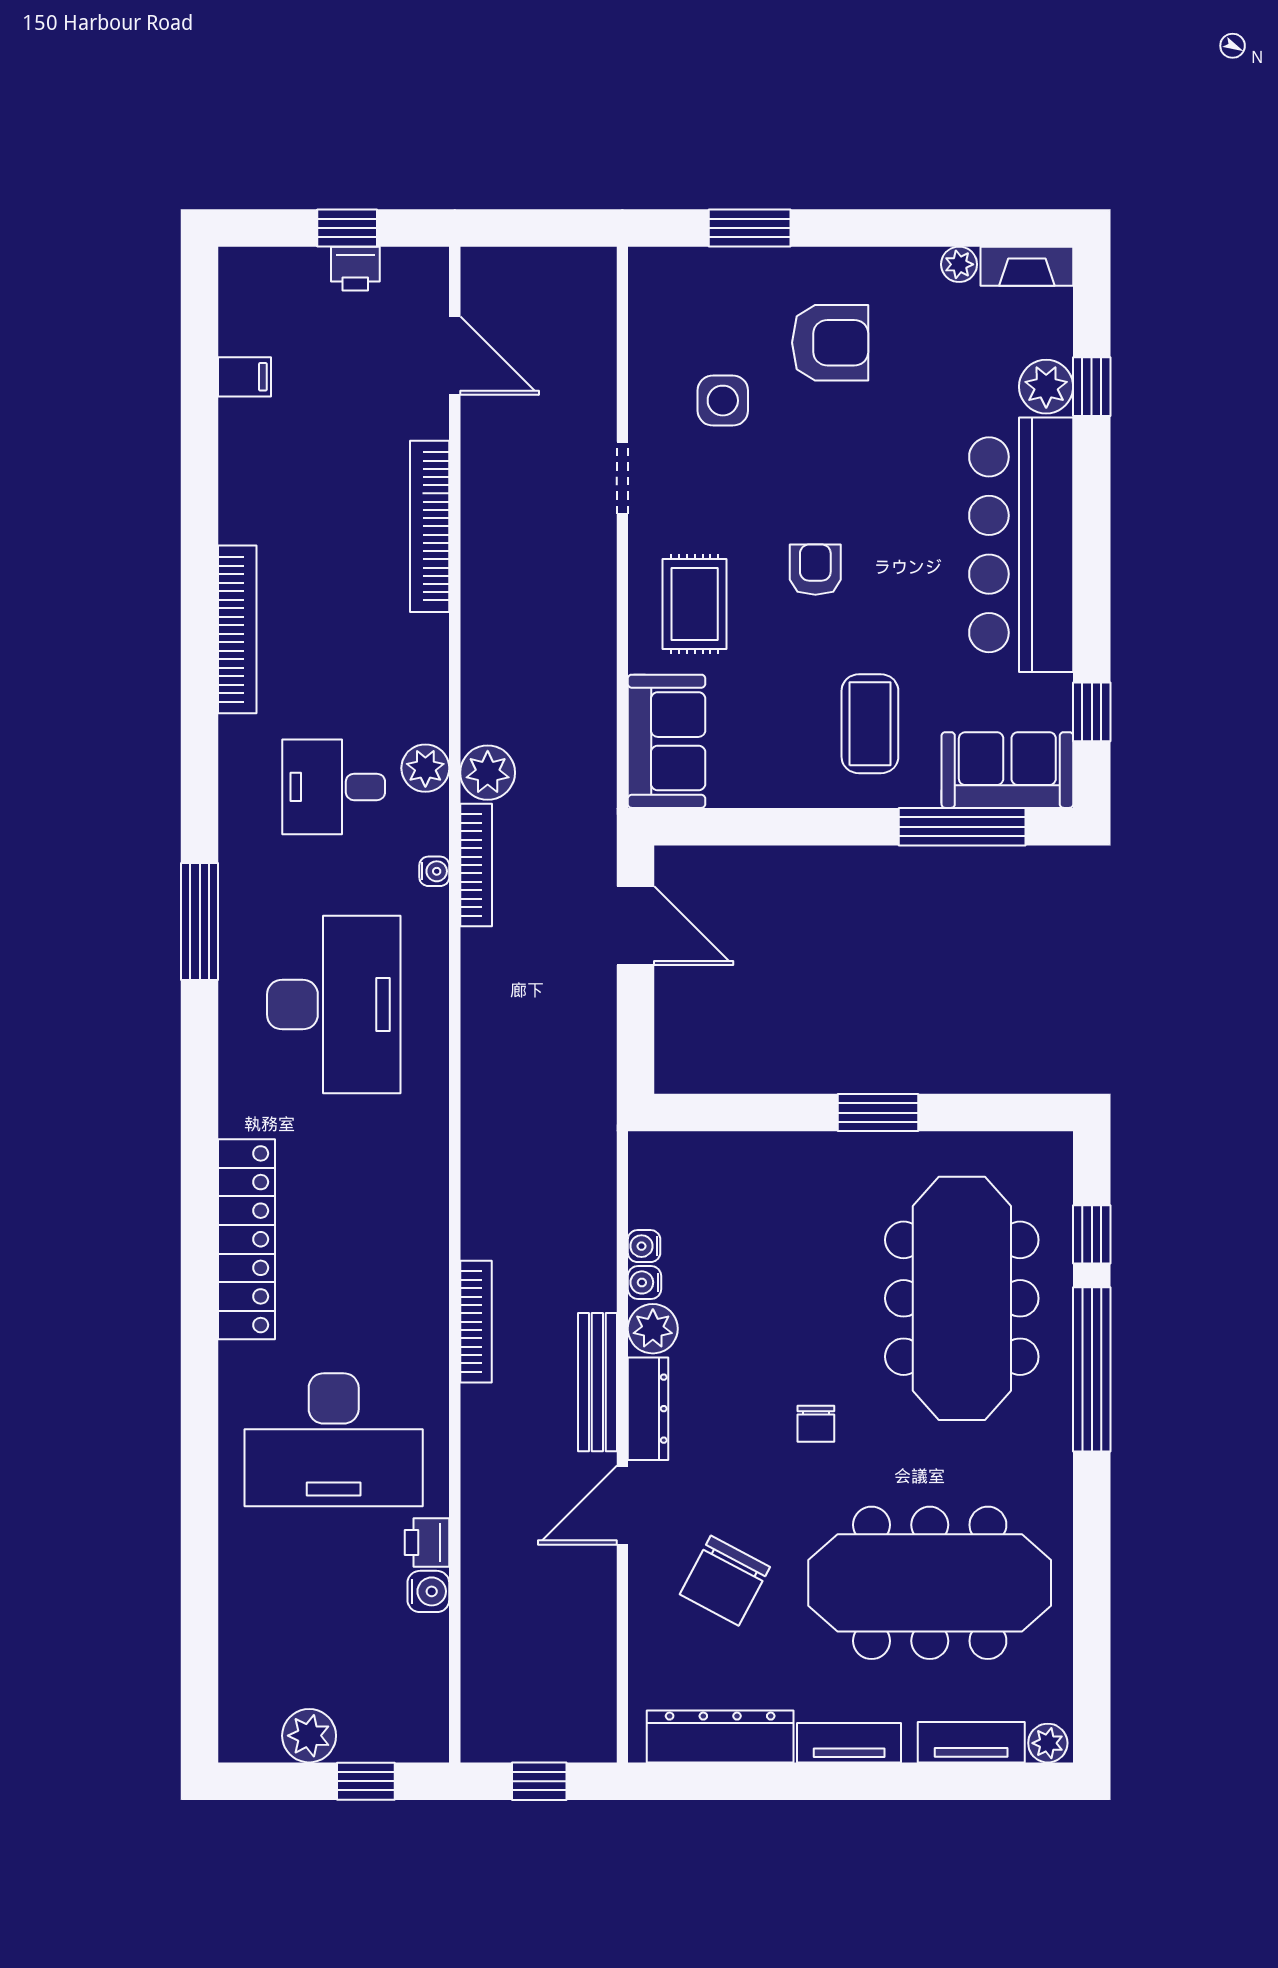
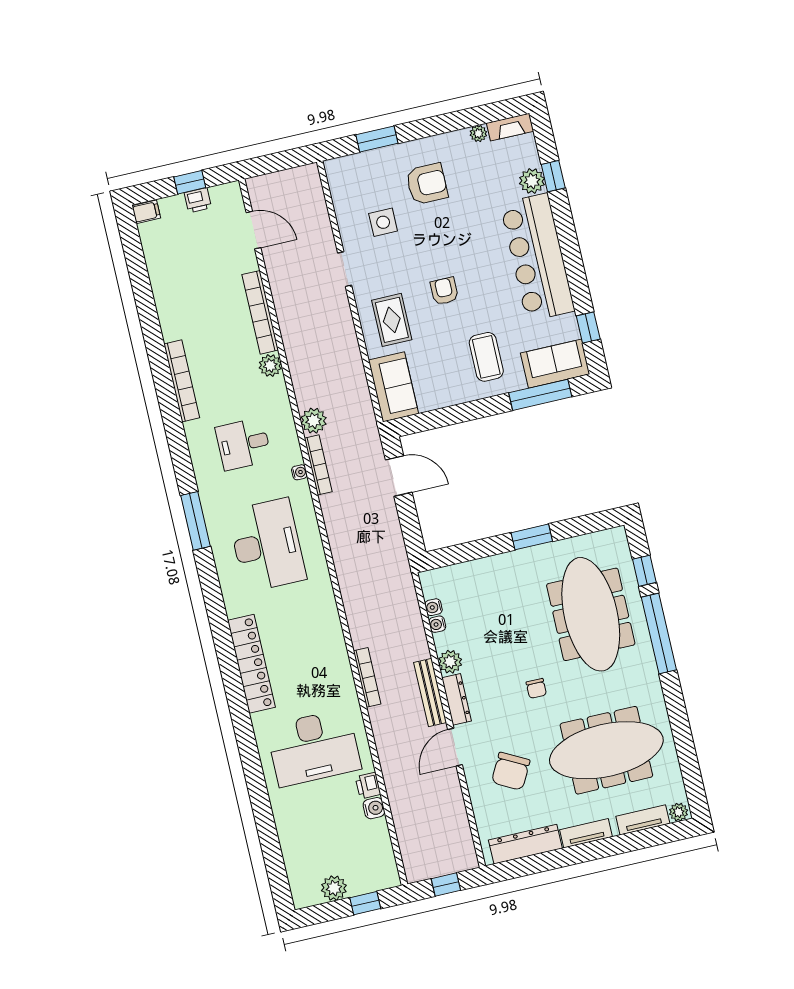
filing cabinet: (244, 377) -> (146, 212), moved
plant: (425, 768) -> (270, 365), moved
water cooler: (644, 1282) -> (434, 607), moved

